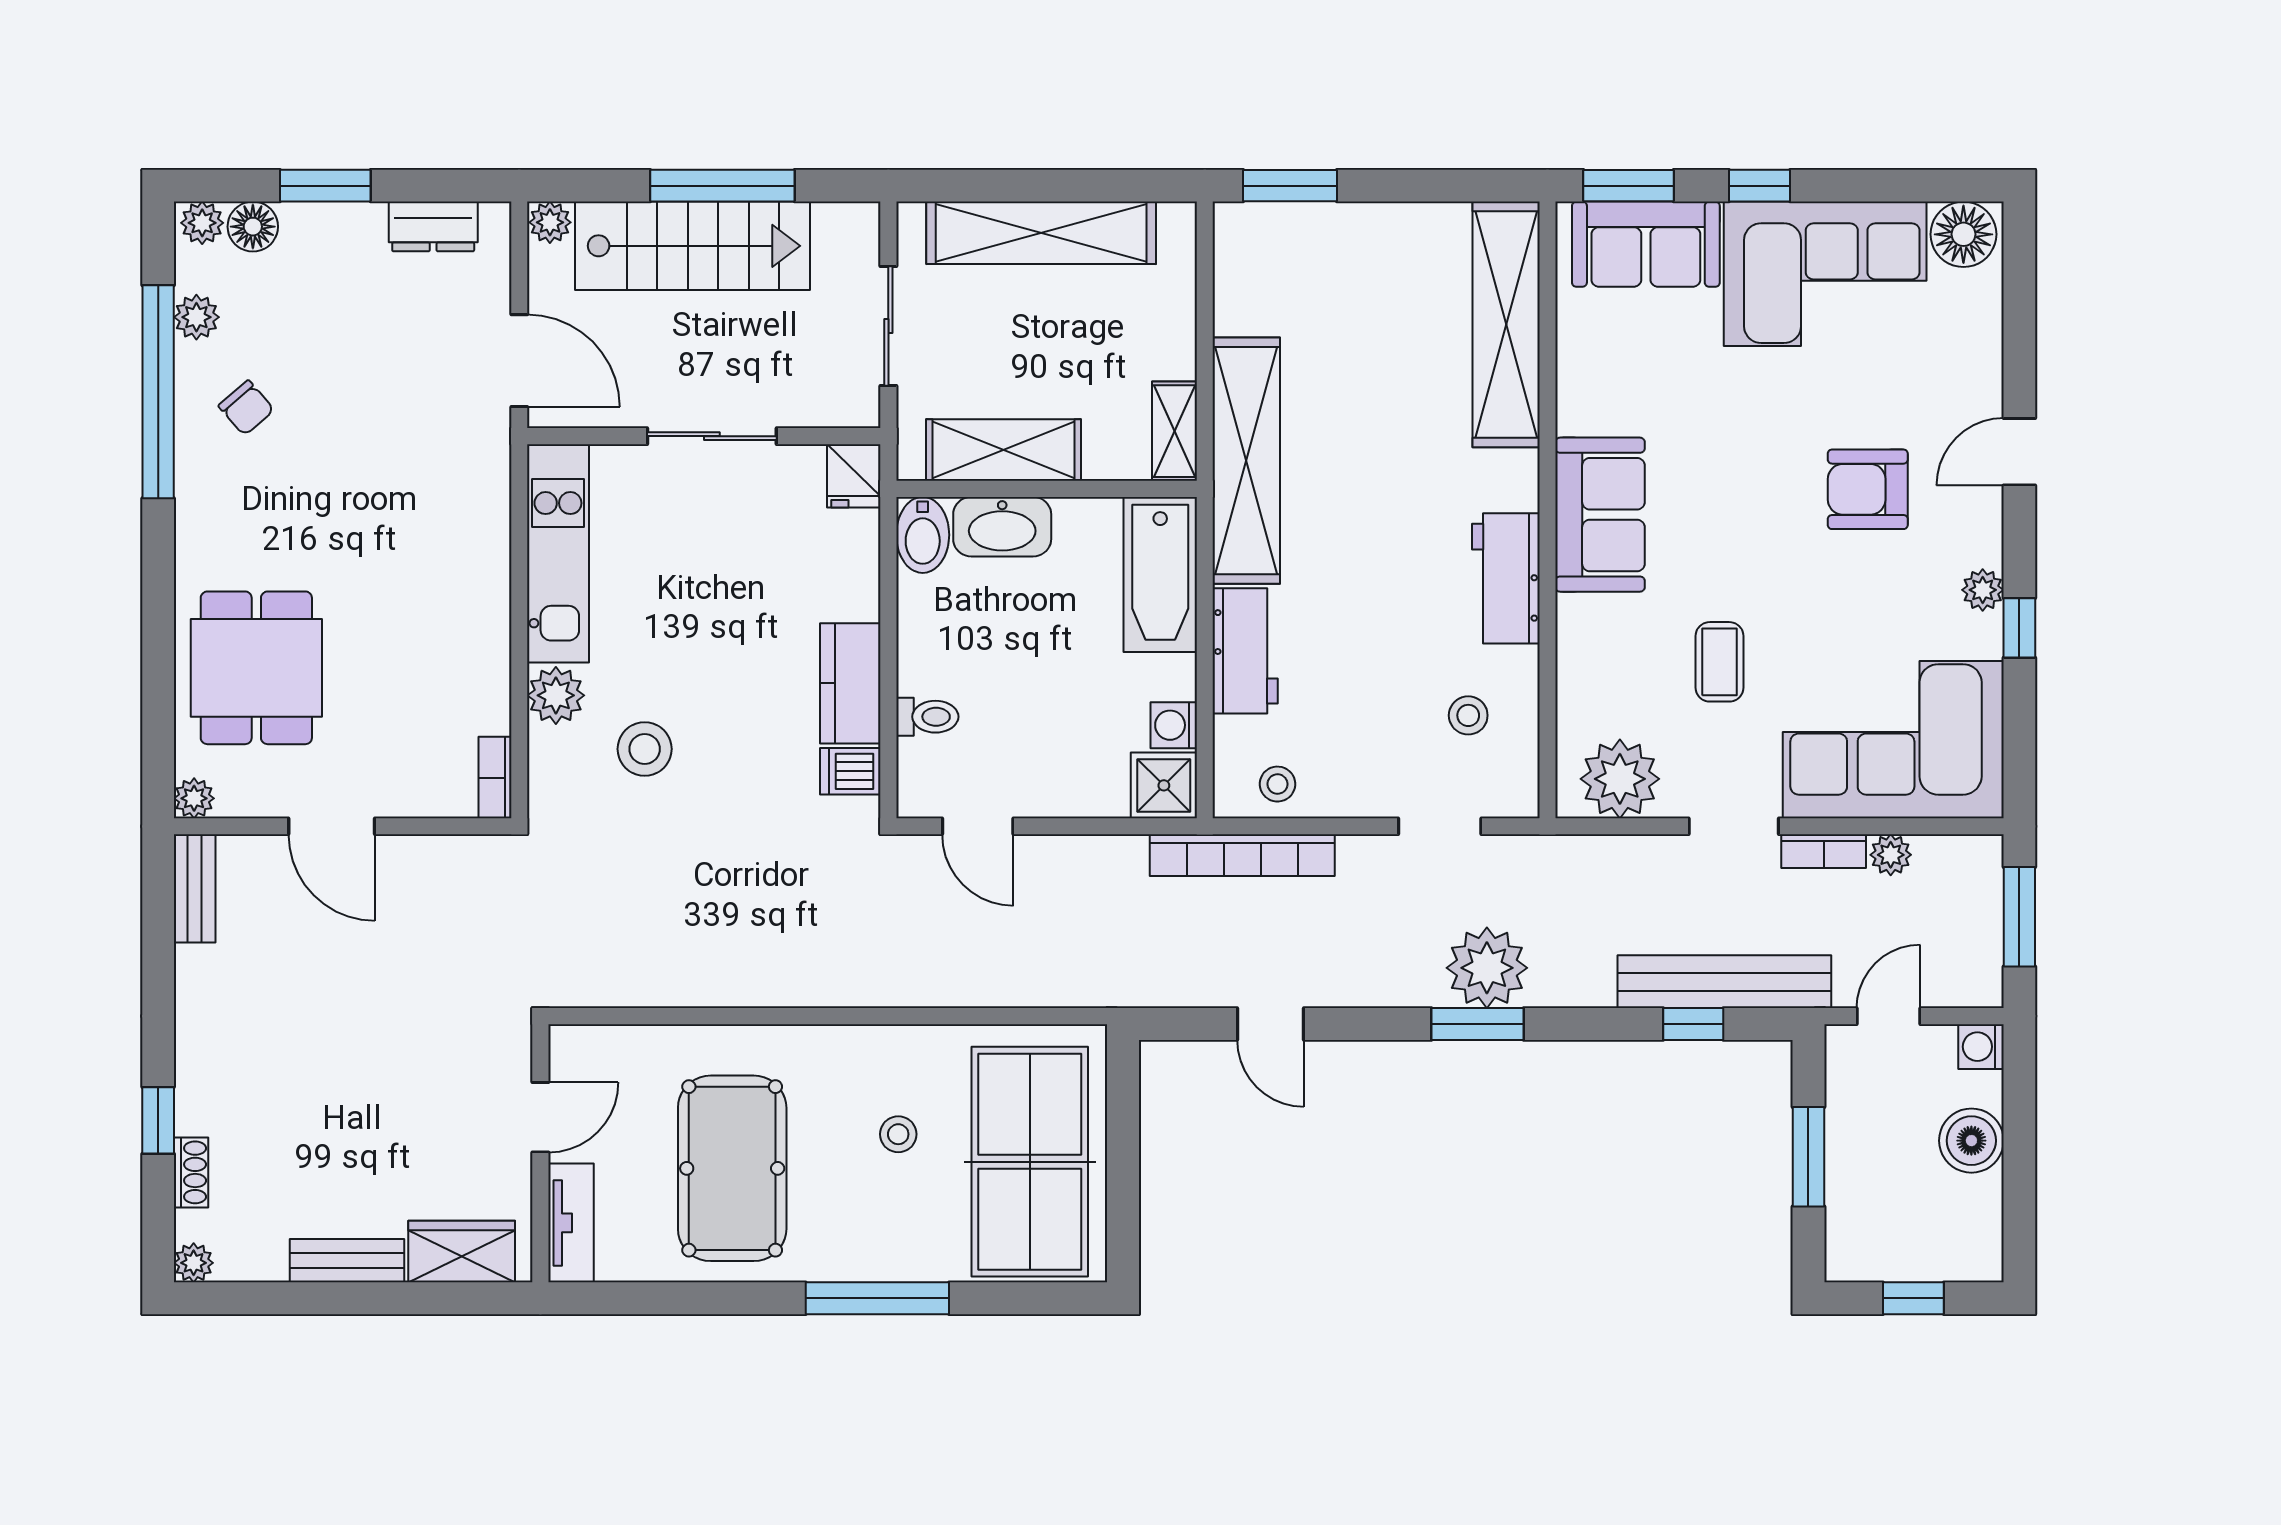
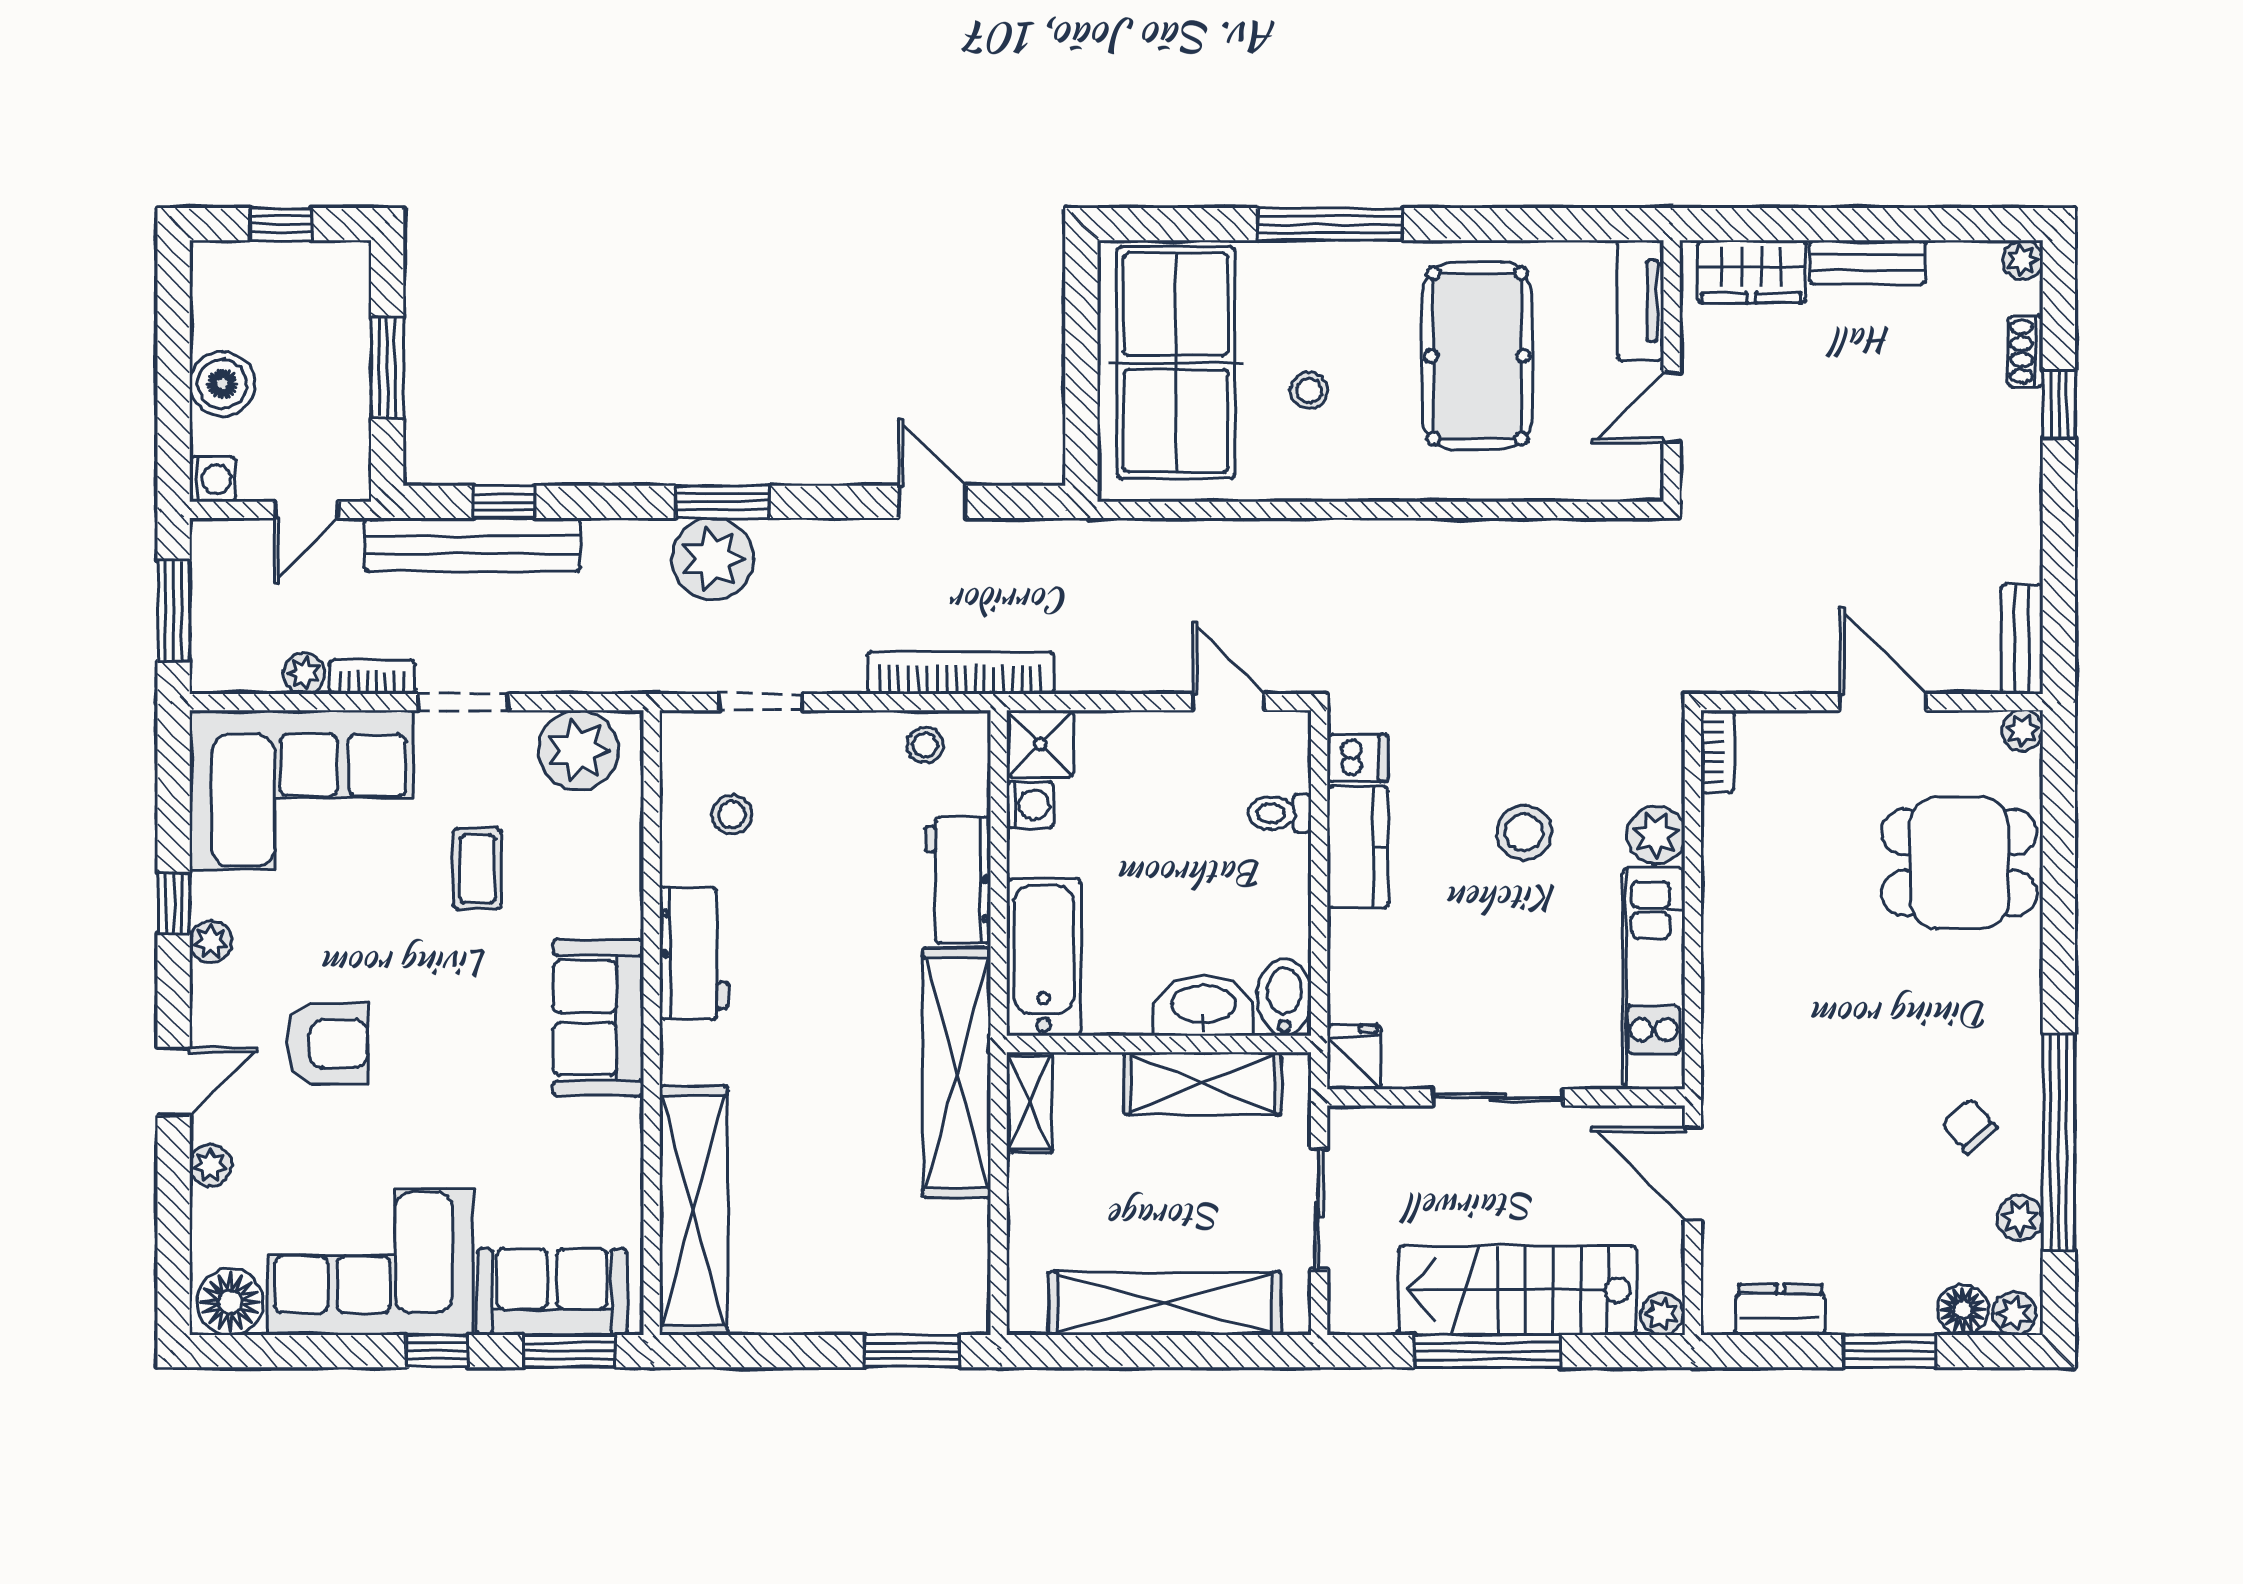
plant: (1983, 369) -> (211, 1165), added
dining table: (256, 668) -> (1959, 863), turned 90
stool: (645, 749) -> (1524, 833), moved

